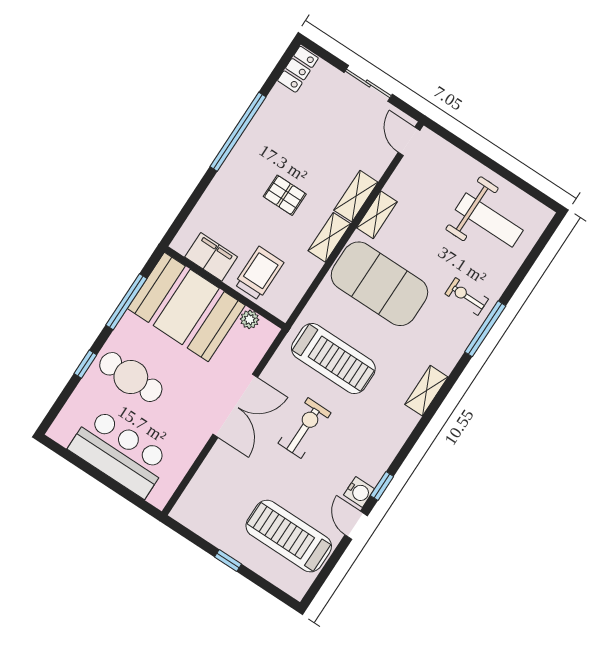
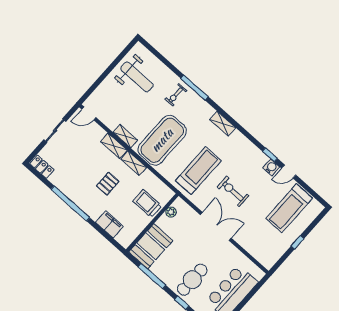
weight bench: (489, 220) -> (137, 77), turned 90
filing cabinet: (211, 257) -> (109, 224), moved, turned 90
booth: (186, 307) -> (151, 246), width x0.73, depth x0.70

